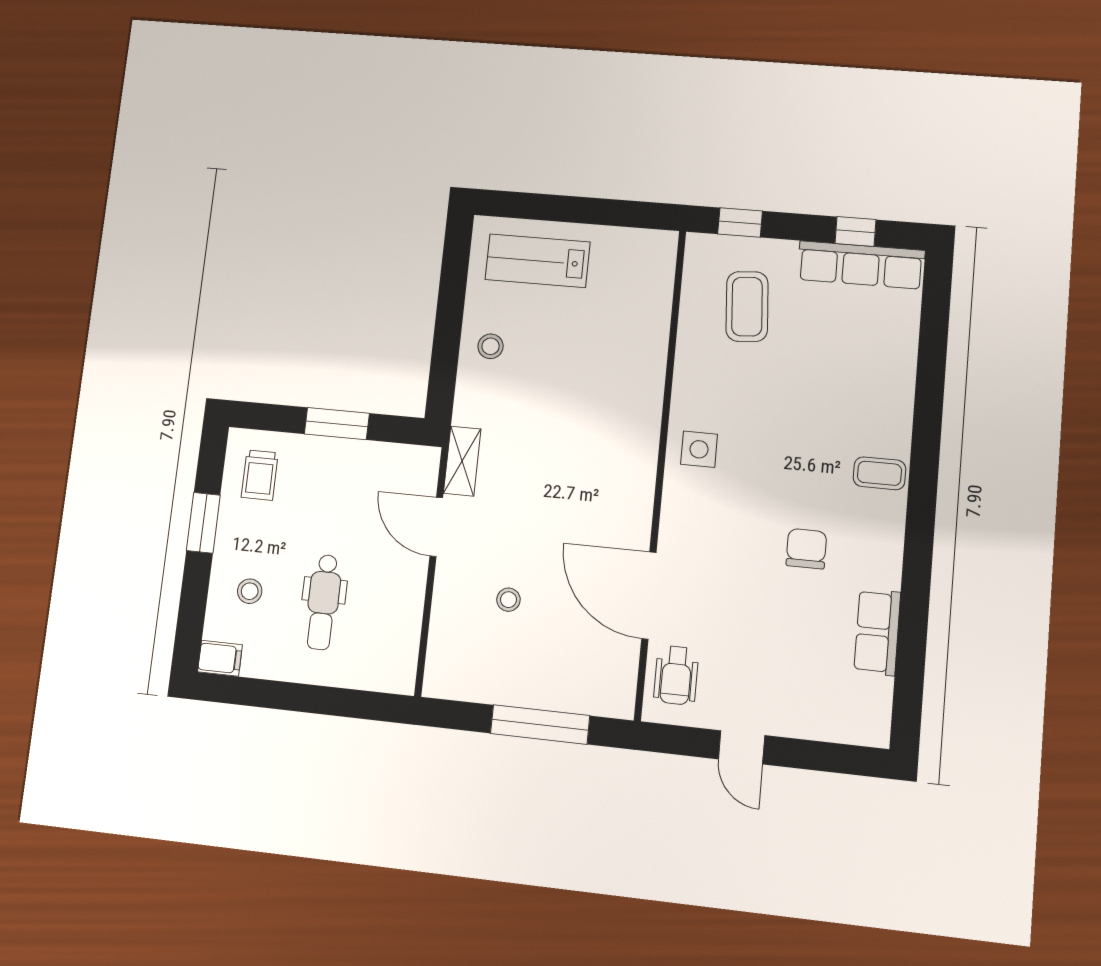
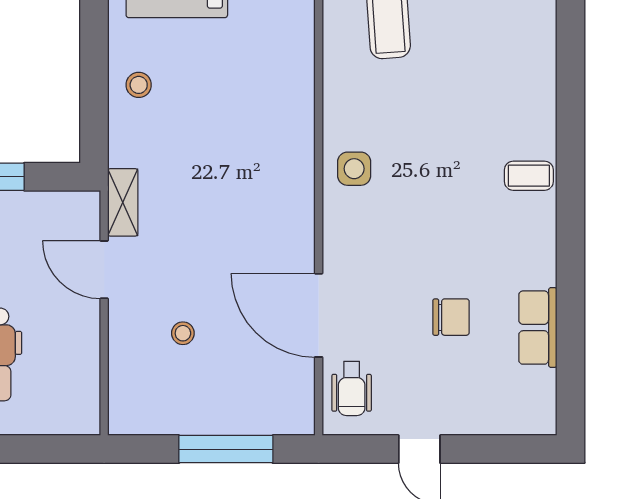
chair: (806, 549) -> (451, 317), moved, turned 90

